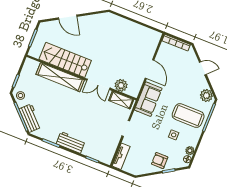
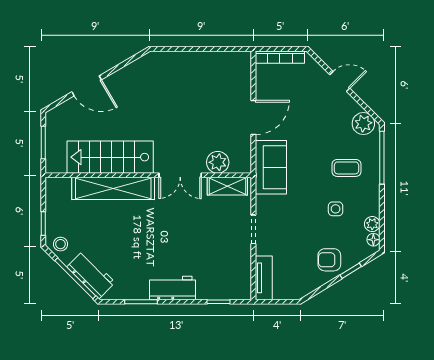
door: (149, 69) -> (253, 117), hinge flipped
coffee table: (188, 115) -> (346, 168), width x0.54, depth x0.58

